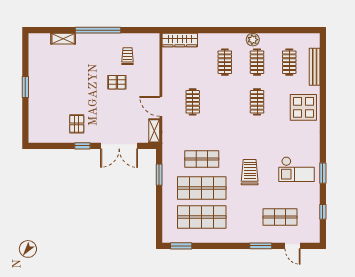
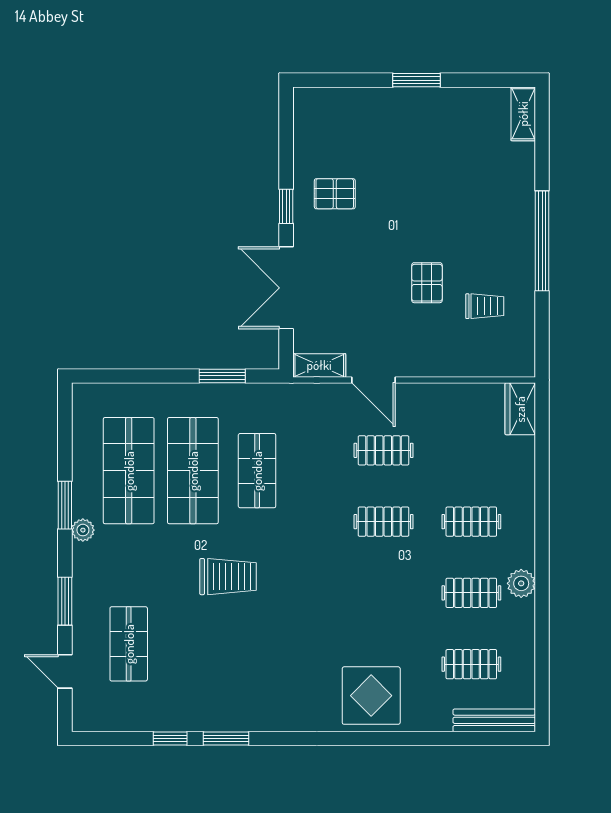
shelving: (63, 39) -> (523, 114), moved
wardrobe: (180, 40) -> (520, 409), width x0.67
bench: (315, 67) -> (494, 720), moved
clothes rail: (257, 102) -> (384, 522), moved
door: (161, 106) -> (373, 380), swing flipped
checkout: (297, 169) -> (235, 680), removed
window: (323, 212) -> (170, 739), moved
plant: (229, 238) -> (83, 530), added
window: (181, 246) -> (65, 505), moved
door: (292, 246) -> (65, 671), hinge flipped

